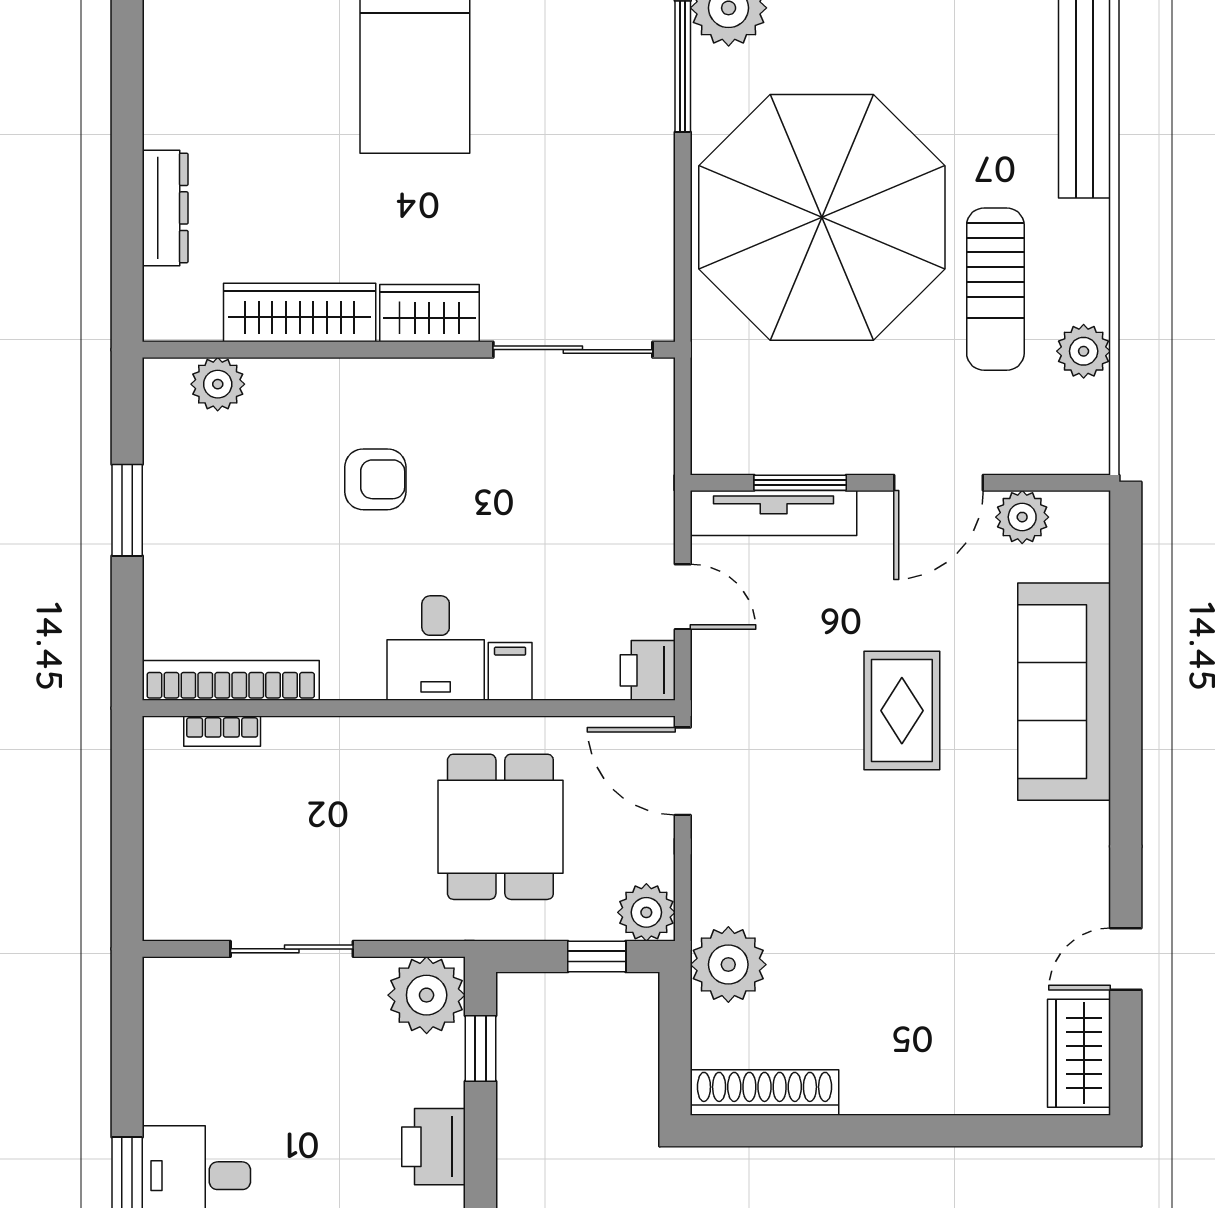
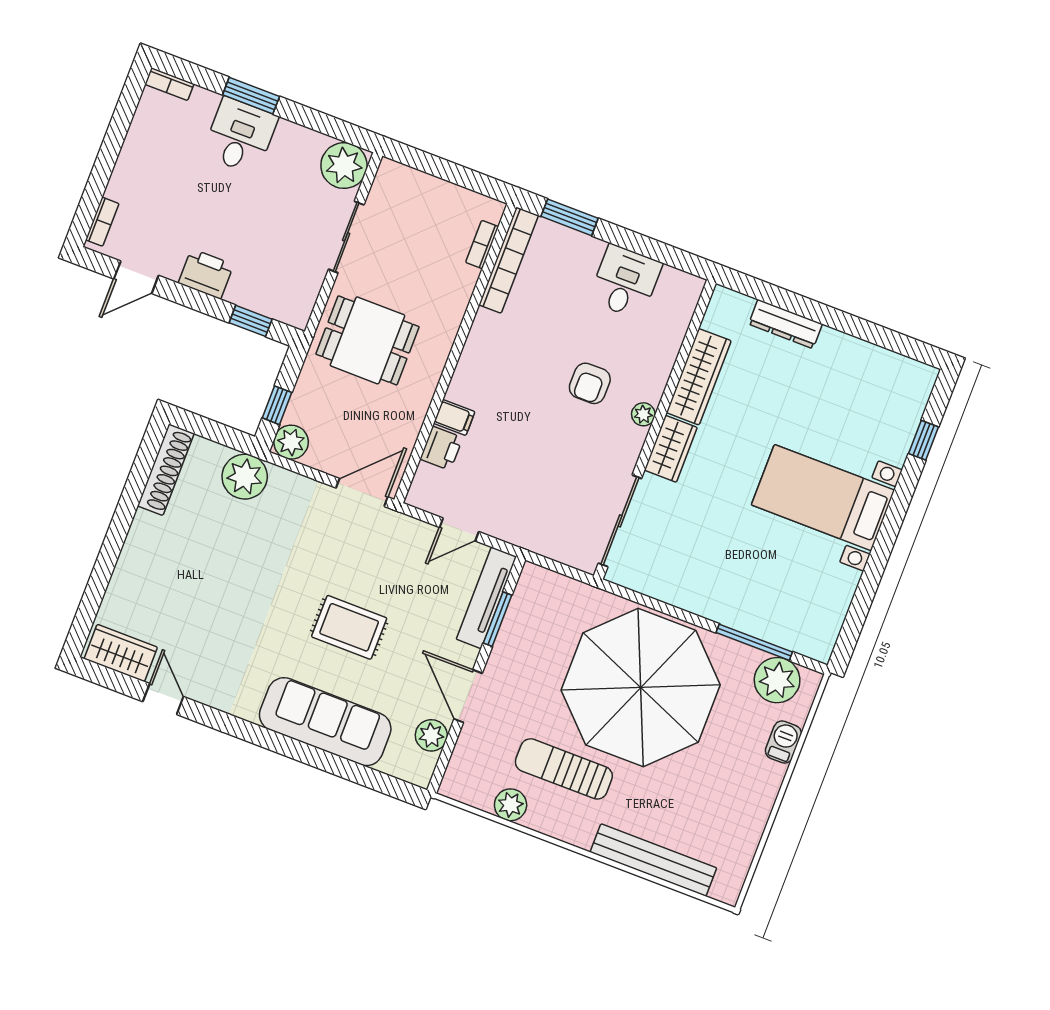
plant: (218, 384) -> (643, 414), moved, width x0.73, depth x0.73
window: (127, 510) -> (570, 217), moved
desk: (436, 648) -> (625, 282), moved, turned 90
printer: (648, 670) -> (441, 448), moved, turned 90
dining table: (500, 827) -> (367, 340), moved
plant: (427, 995) -> (344, 166), moved

